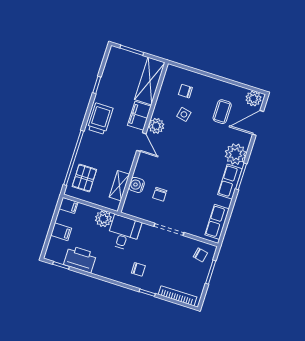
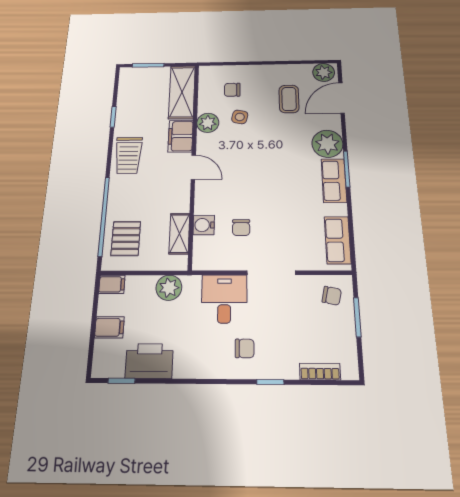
trolley: (100, 119) -> (128, 155), turned 180
plant: (156, 126) -> (208, 123), moved
desk: (124, 233) -> (224, 299), moved
bookcase: (177, 296) -> (320, 372), width x0.64

